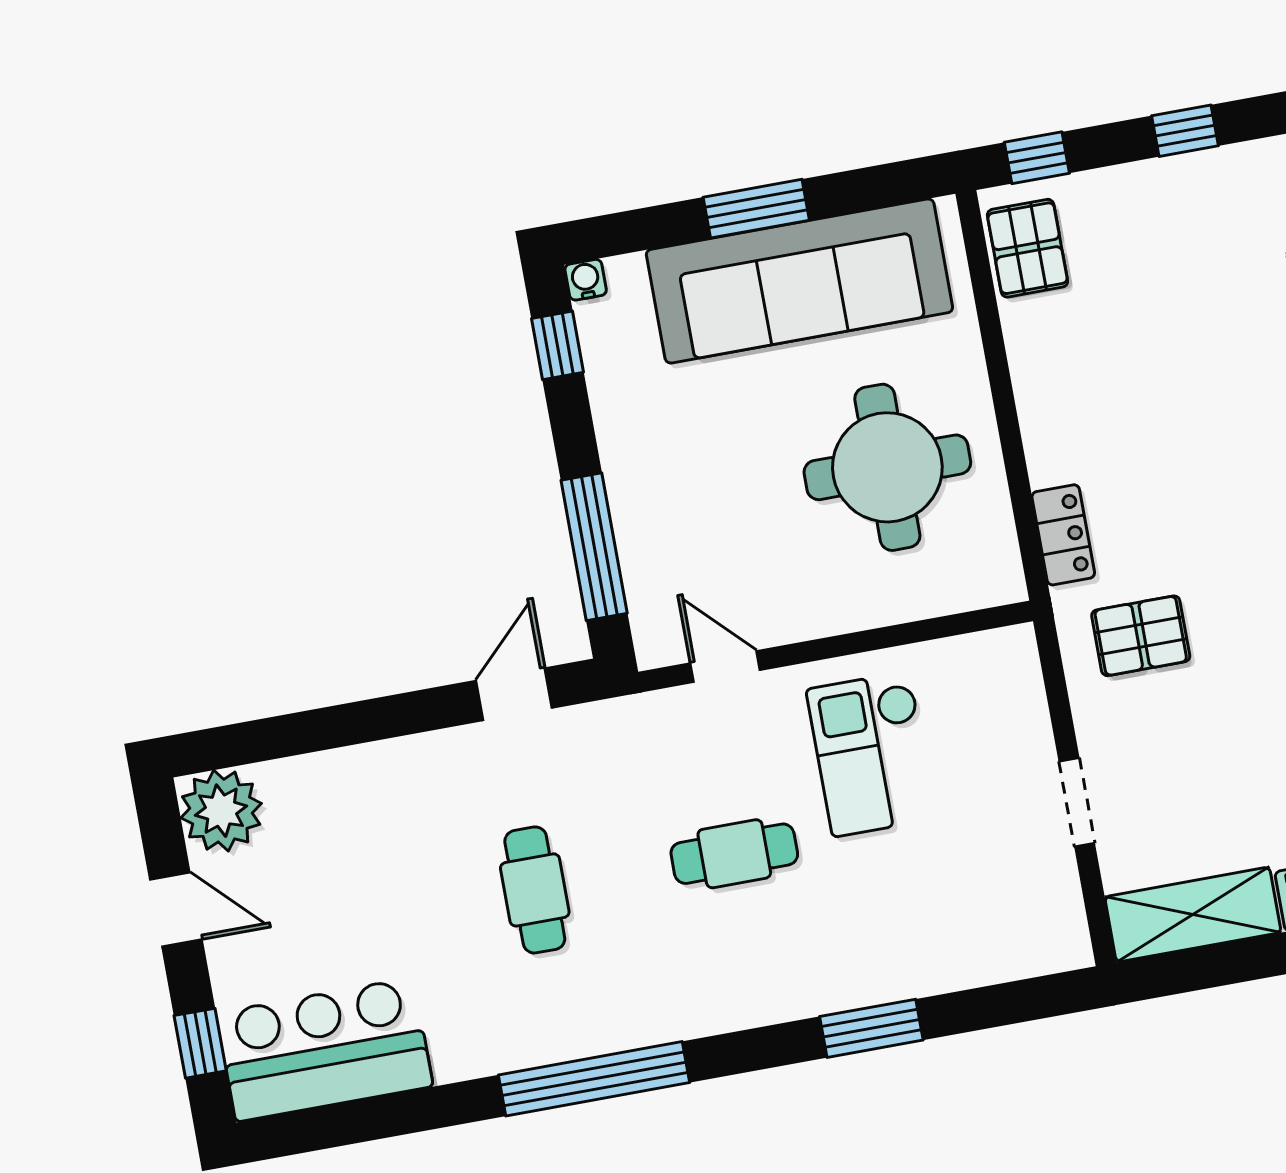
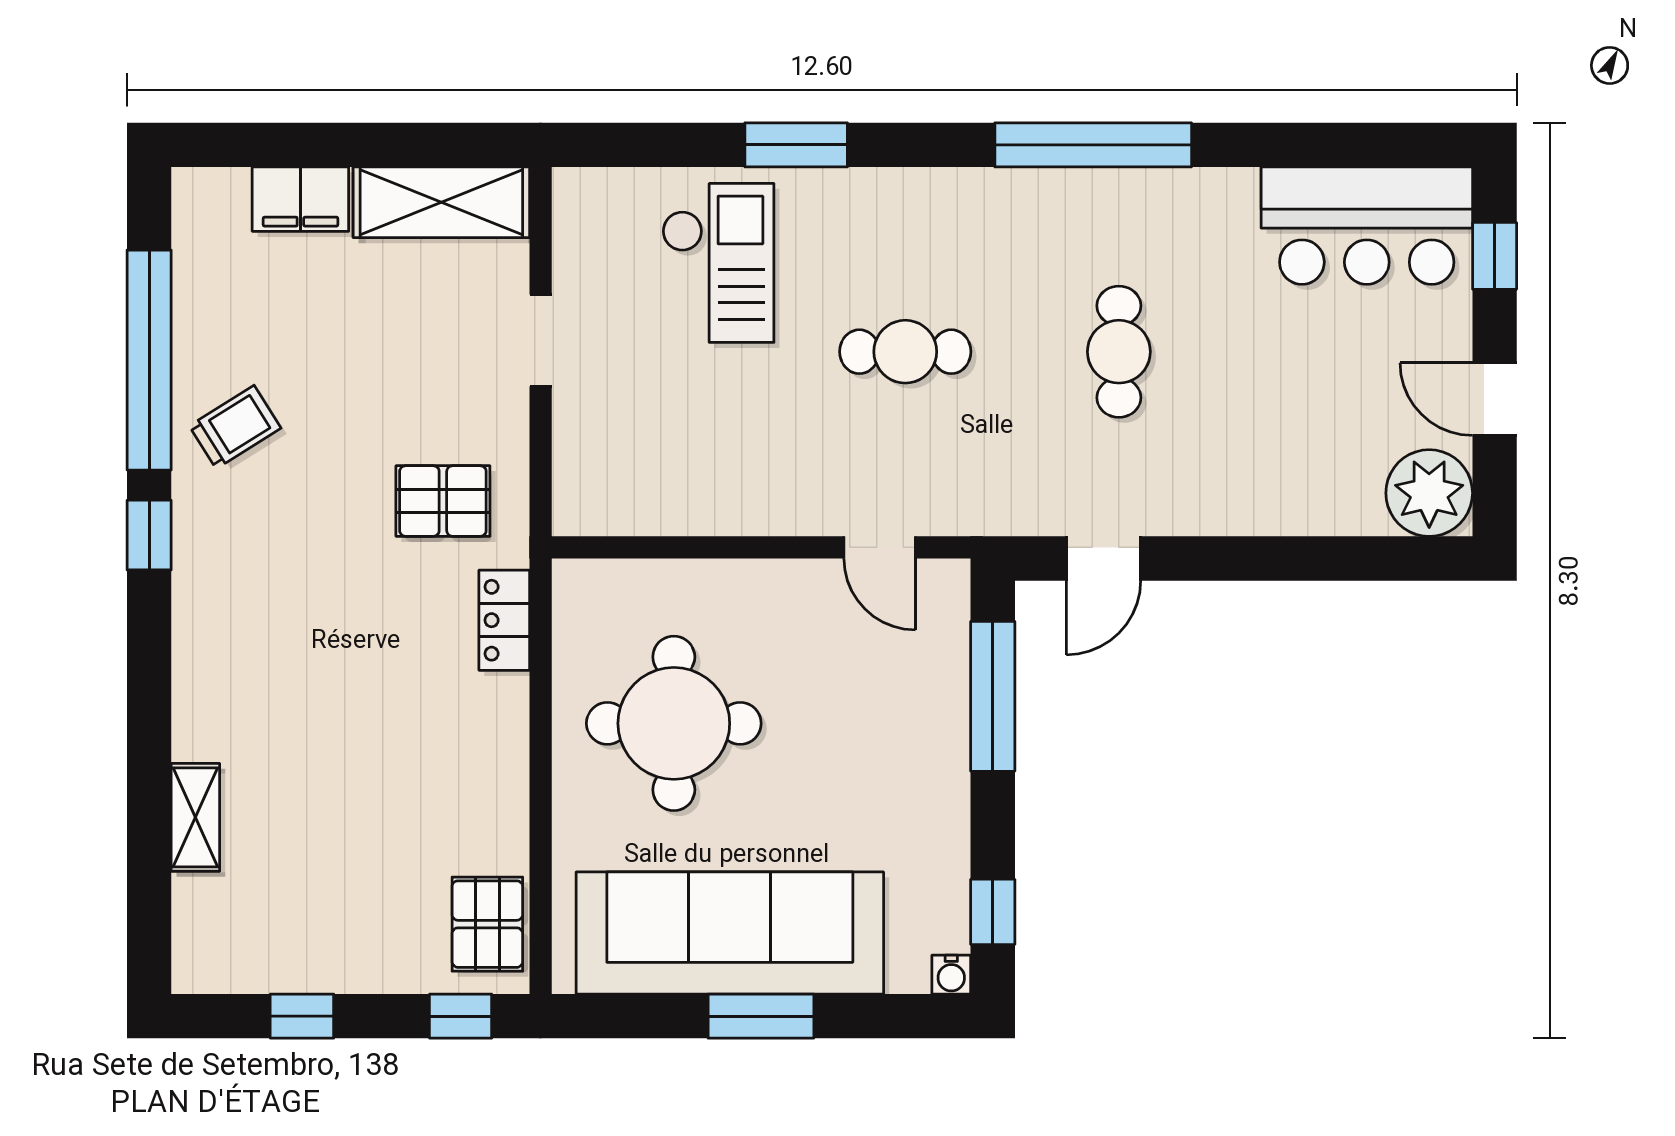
checkout: (871, 754) -> (718, 263), moved

